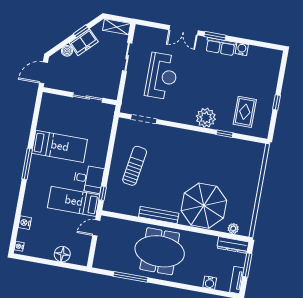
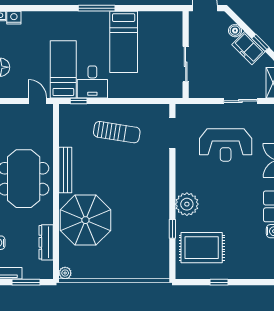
rug: (245, 112) -> (202, 248), width x1.36, depth x1.43
nightstand: (25, 223) -> (14, 18), moved
plant: (233, 229) -> (65, 273), moved
dresser: (233, 245) -> (46, 242), moved

